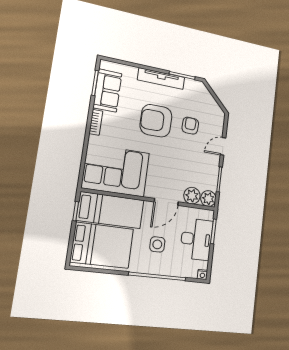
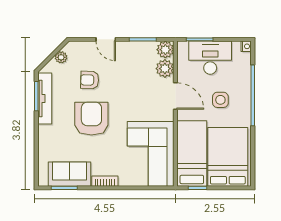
tv unit: (161, 79) -> (45, 99), moved
plant: (213, 104) -> (61, 57), added
armchair: (156, 121) -> (91, 119), turned 180

